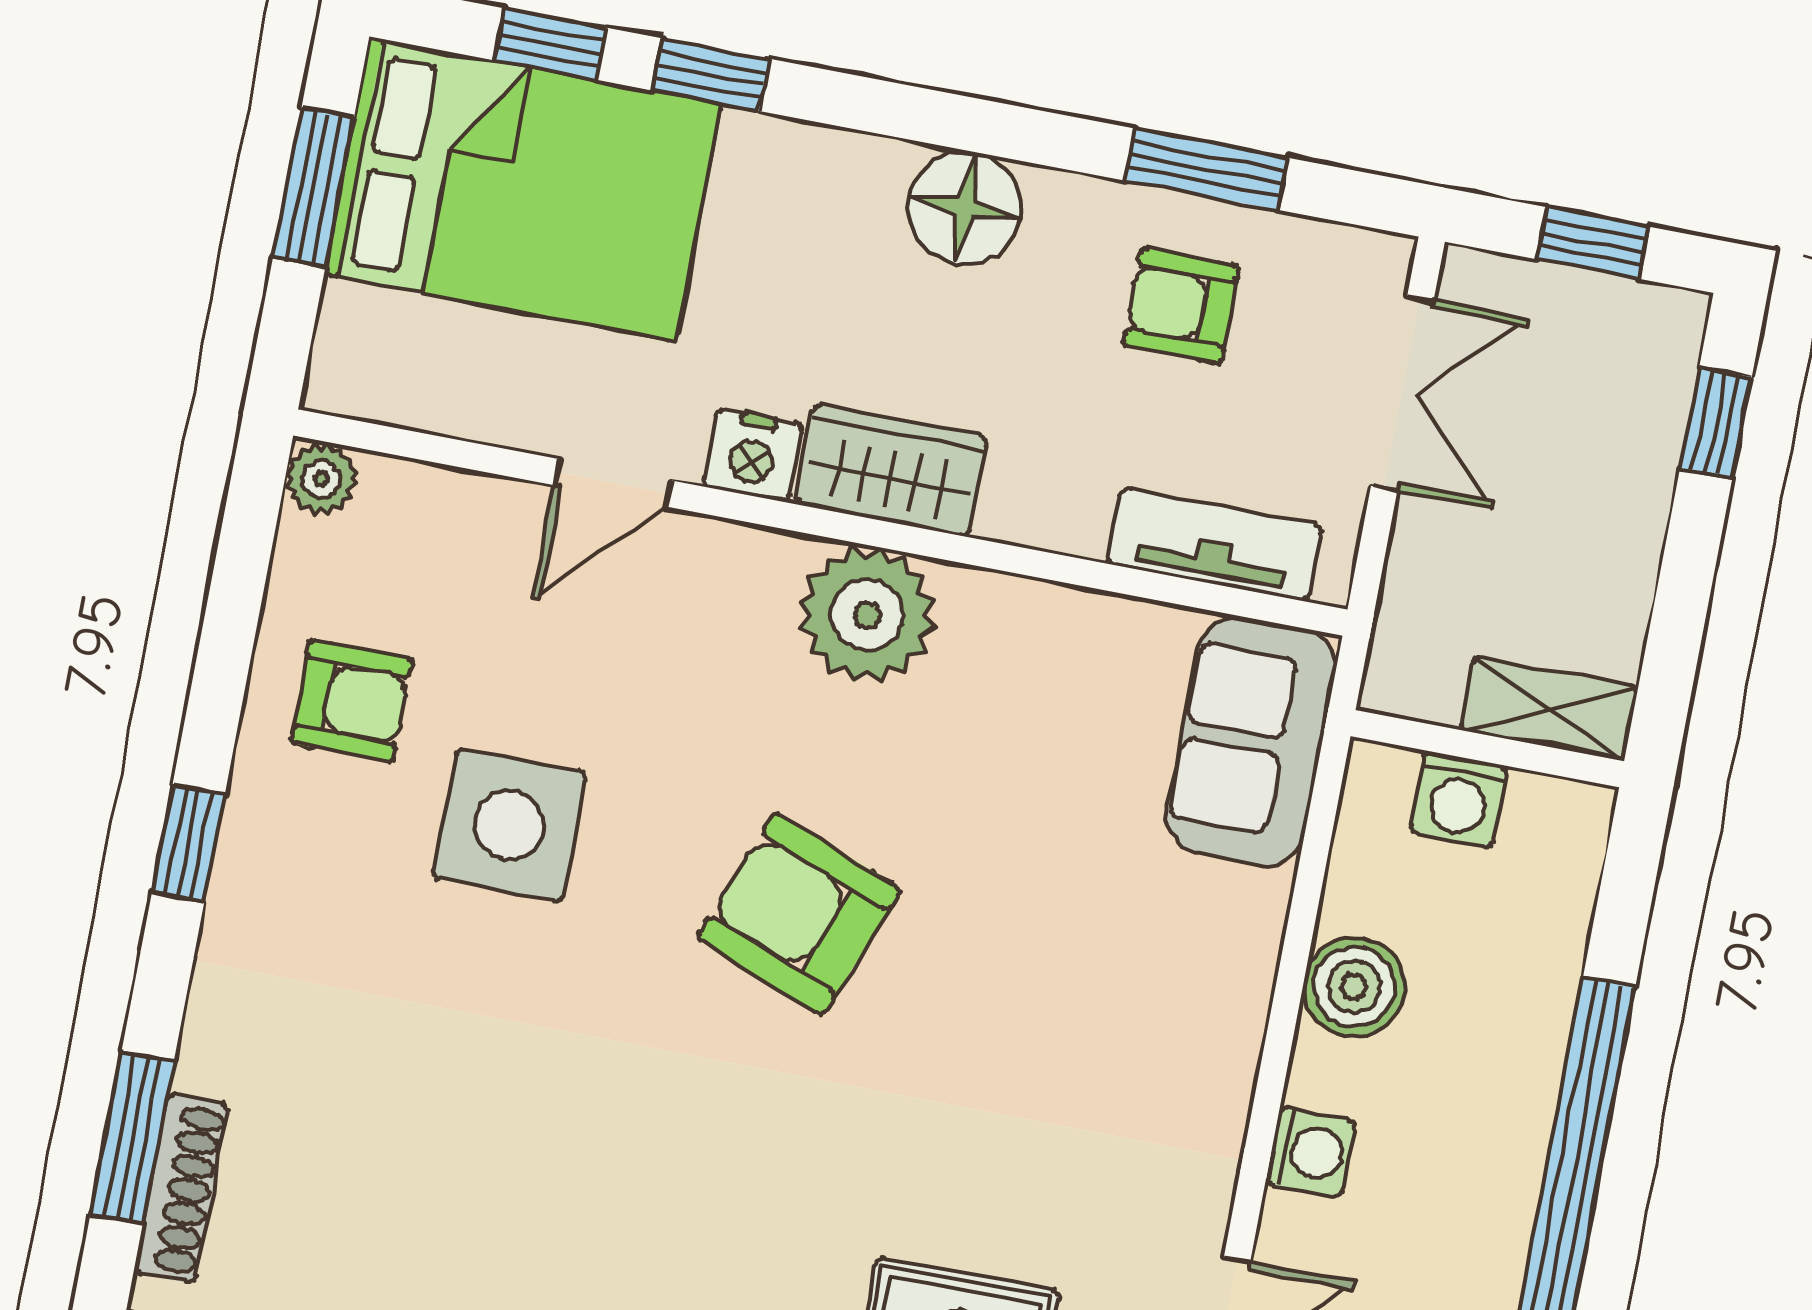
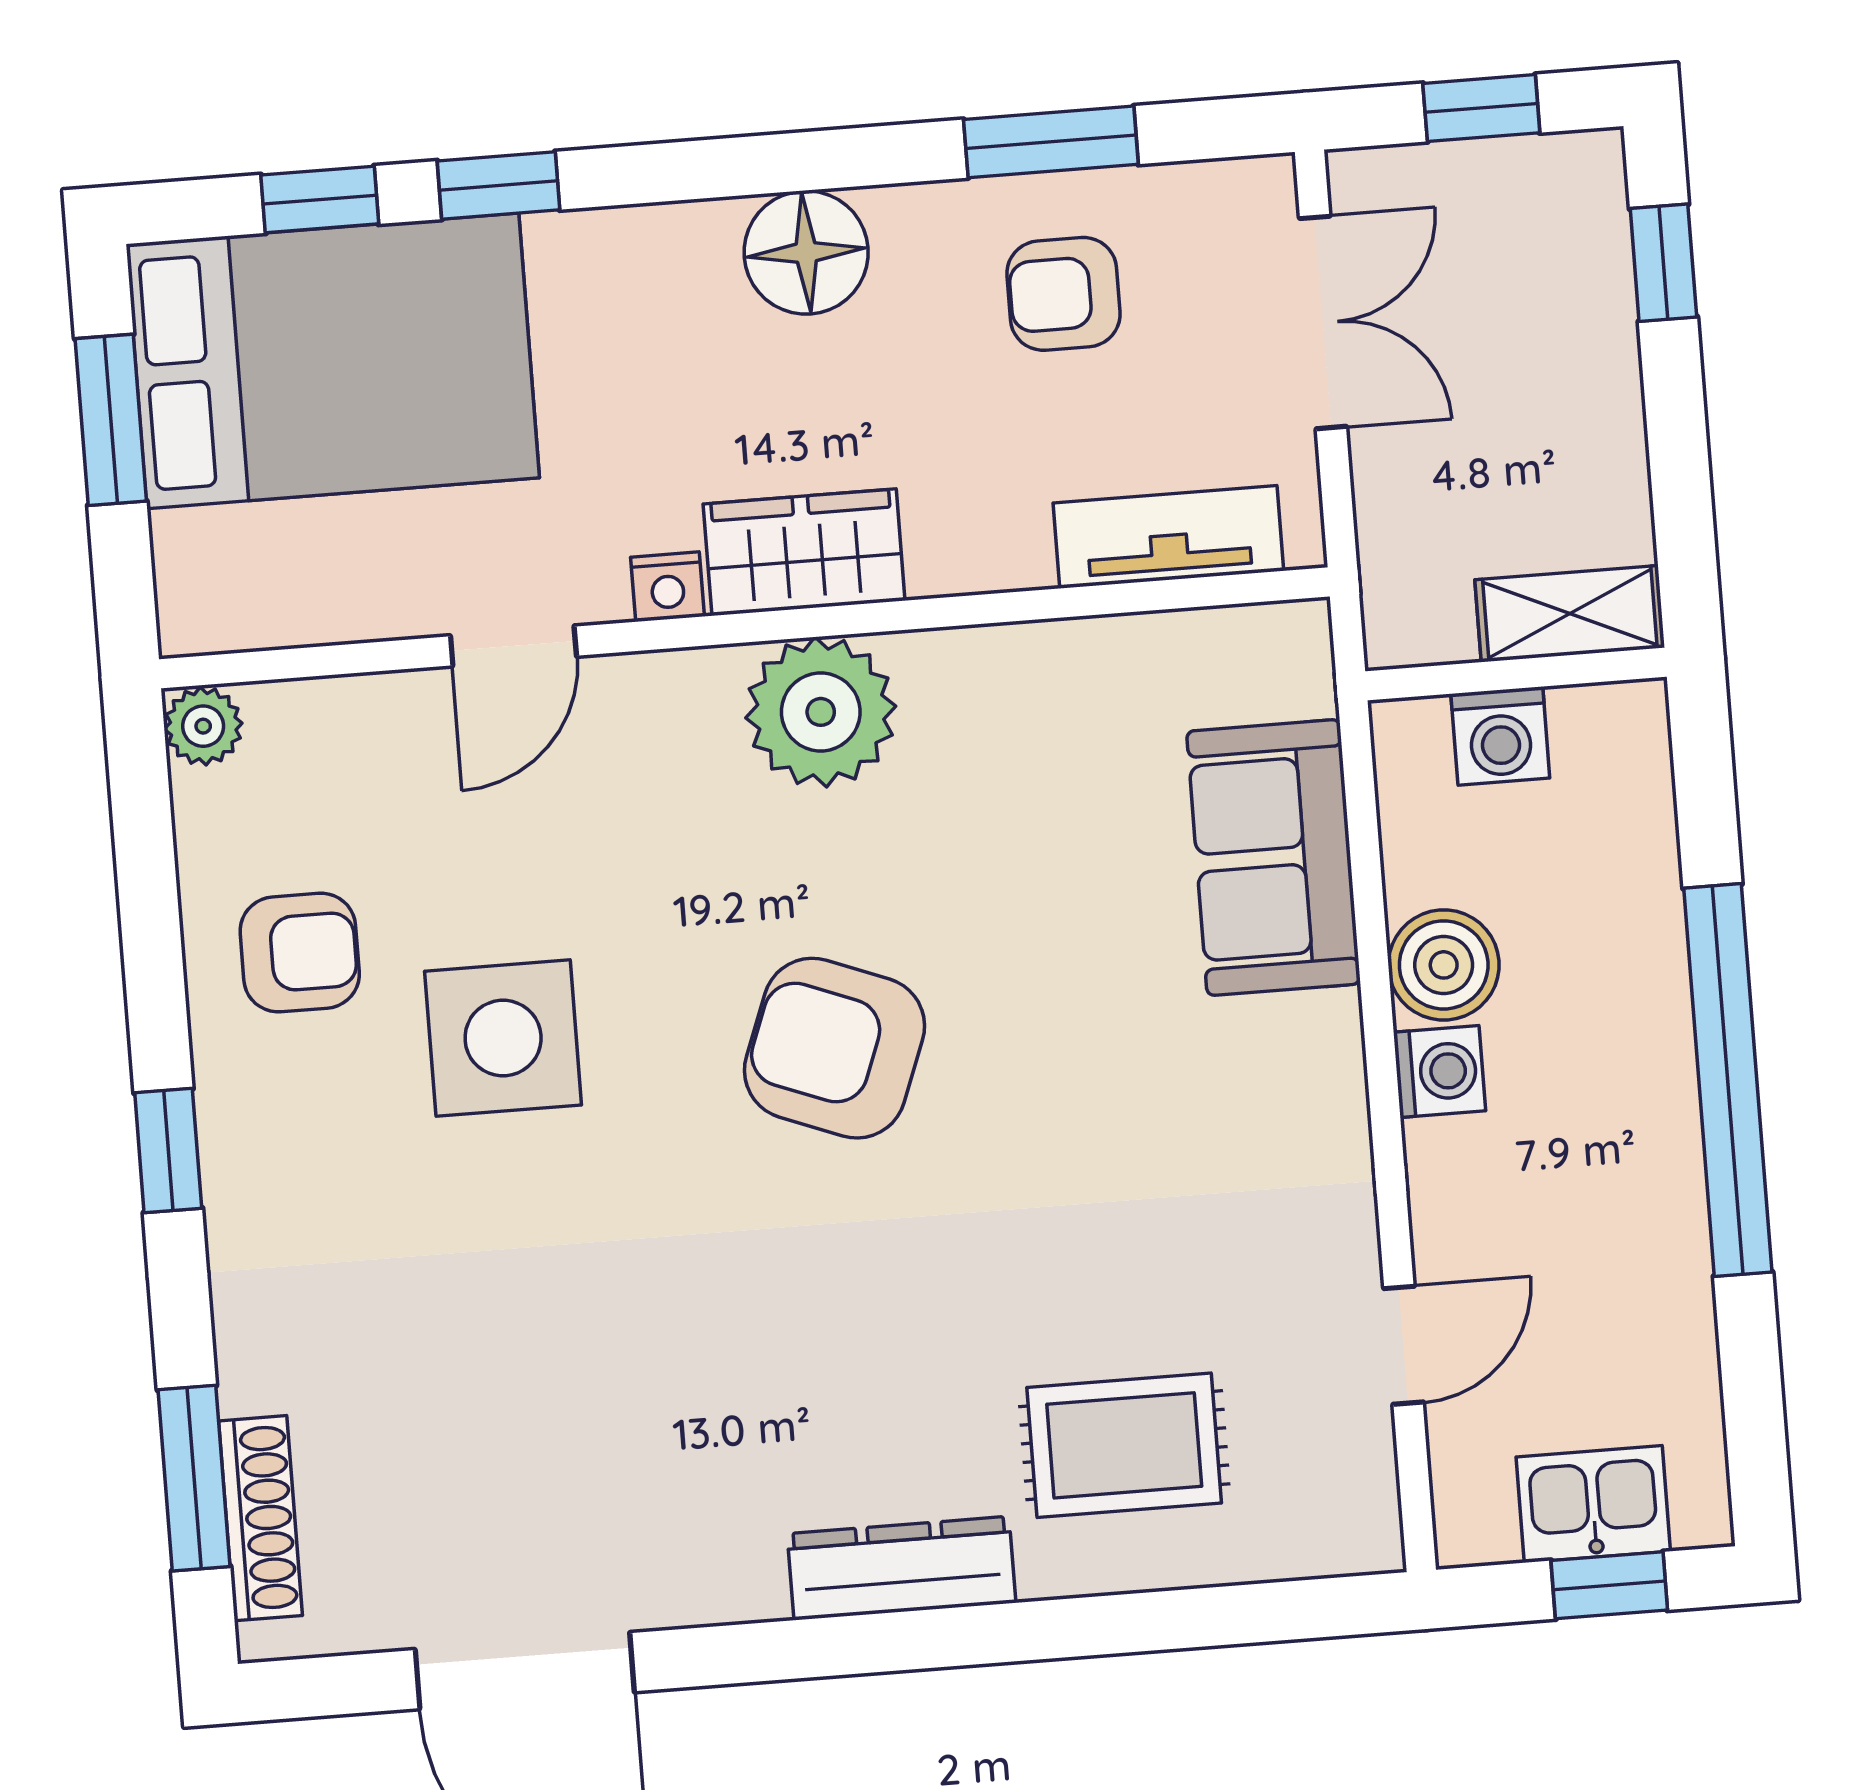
nightstand: (753, 455) -> (668, 587), width x0.72, depth x0.74
sofa: (1251, 741) -> (1274, 858), moved
washing machine: (1311, 1152) -> (1440, 1072), moved

